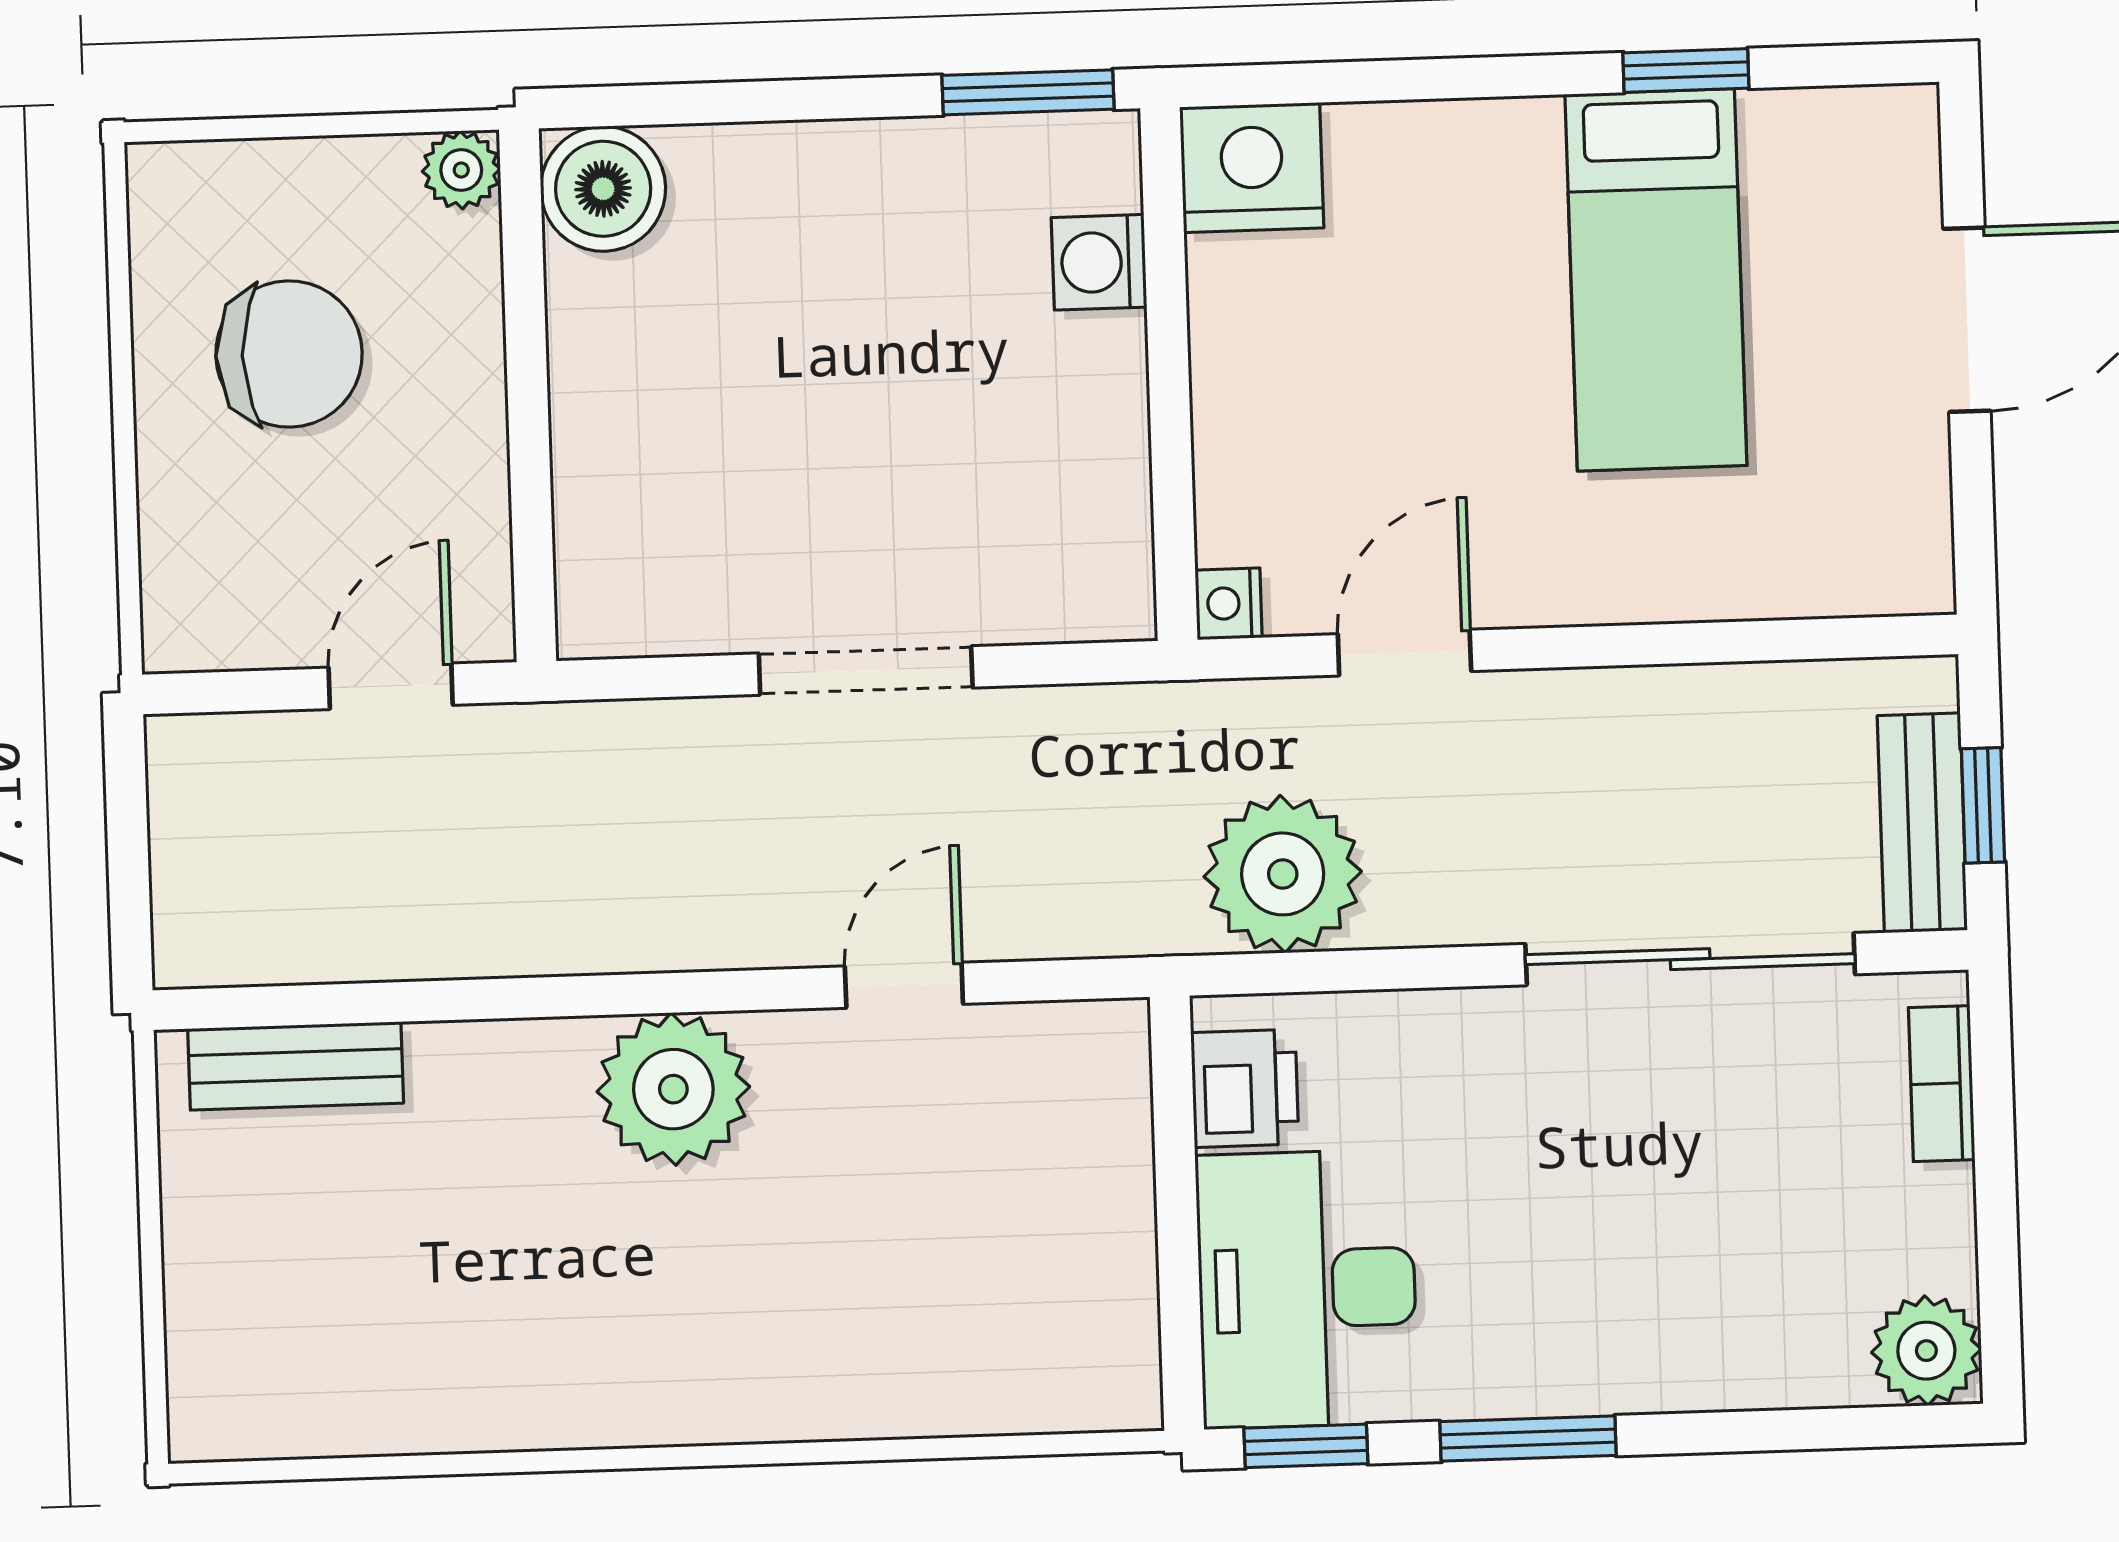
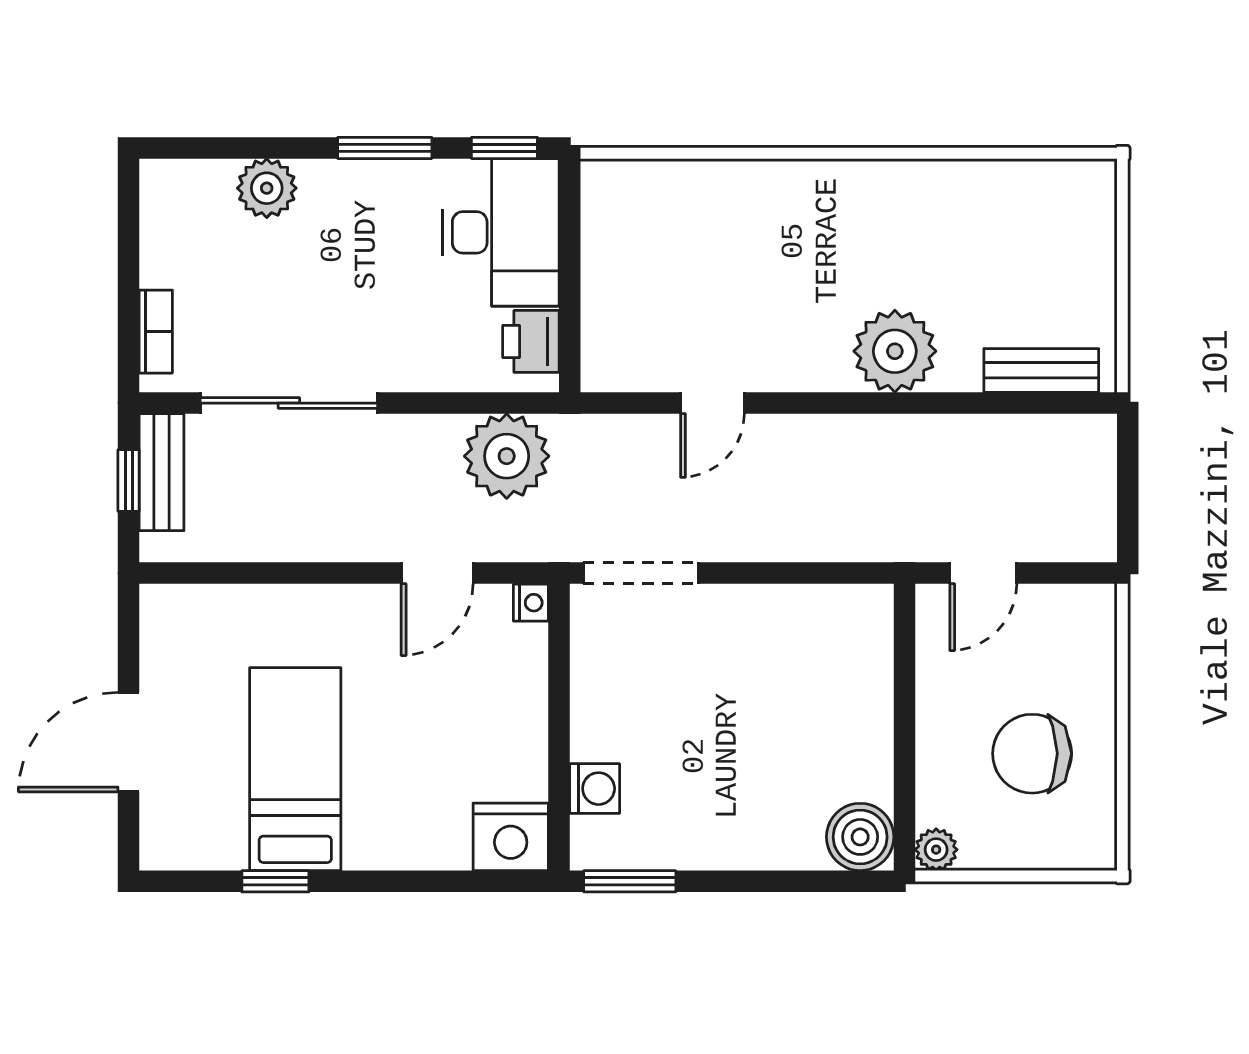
doorway: (866, 670) -> (641, 573), moved
plant: (673, 1089) -> (895, 351), moved
plant: (1926, 1351) -> (267, 188), moved

